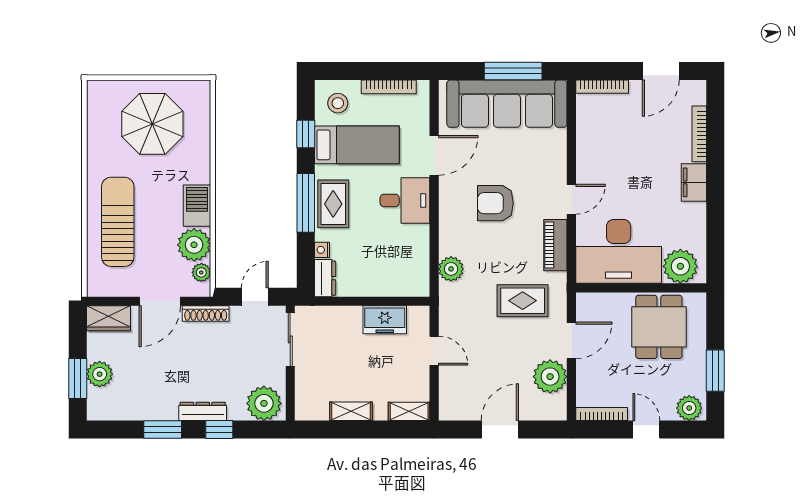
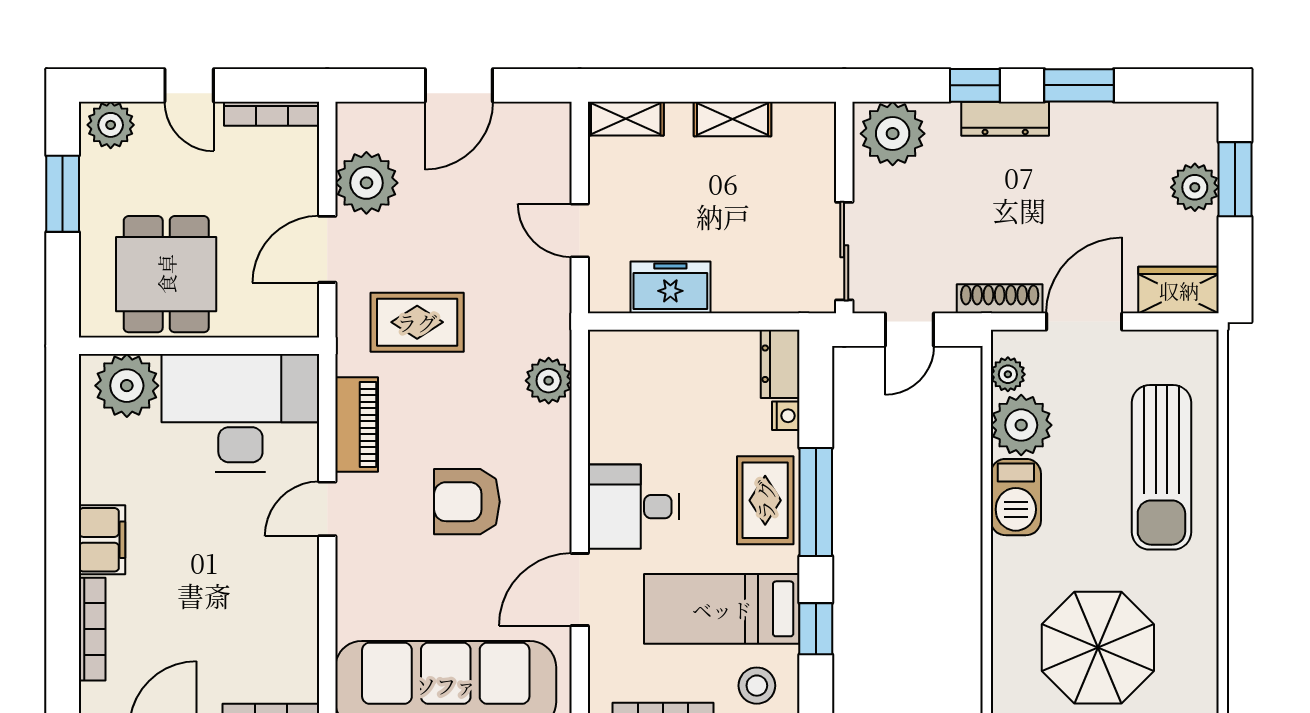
armchair: (495, 203) -> (467, 502), turned 180

